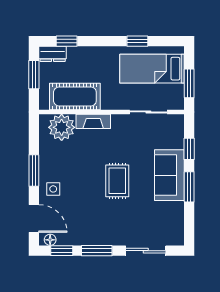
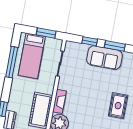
window: (137, 41) -> (12, 62), width x2.17
rug: (117, 181) -> (118, 106), moved, turned 90

